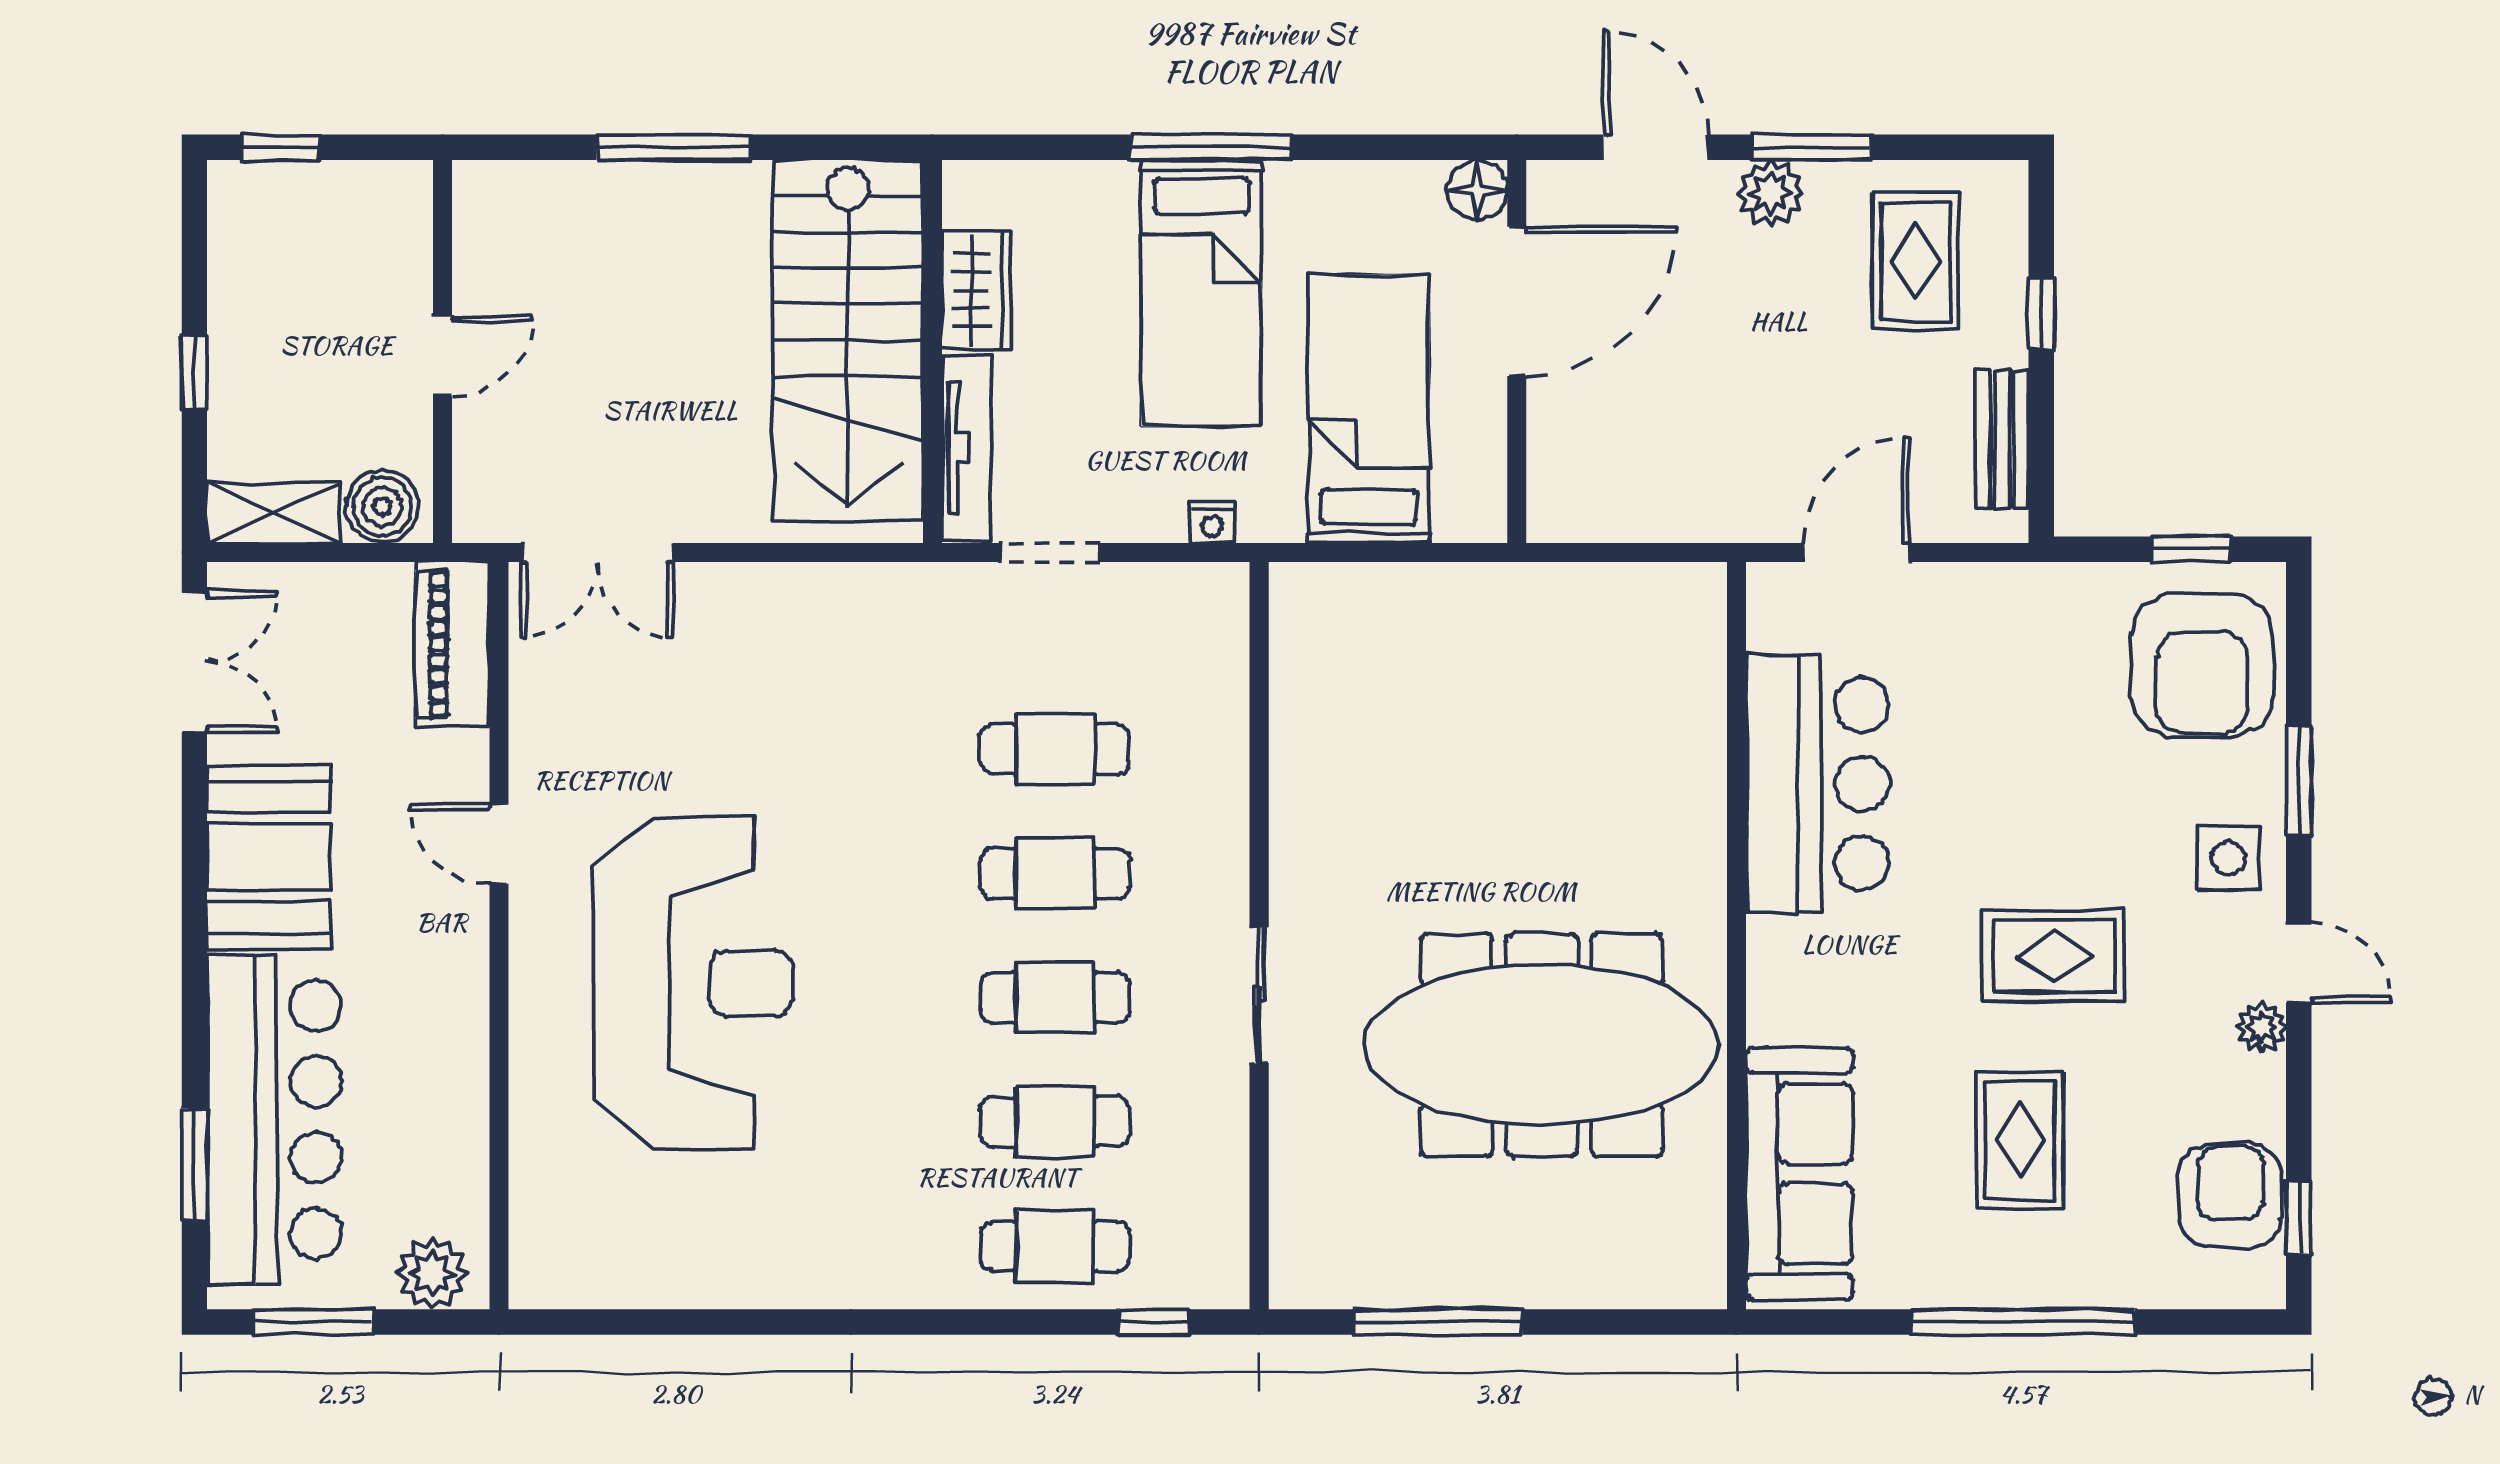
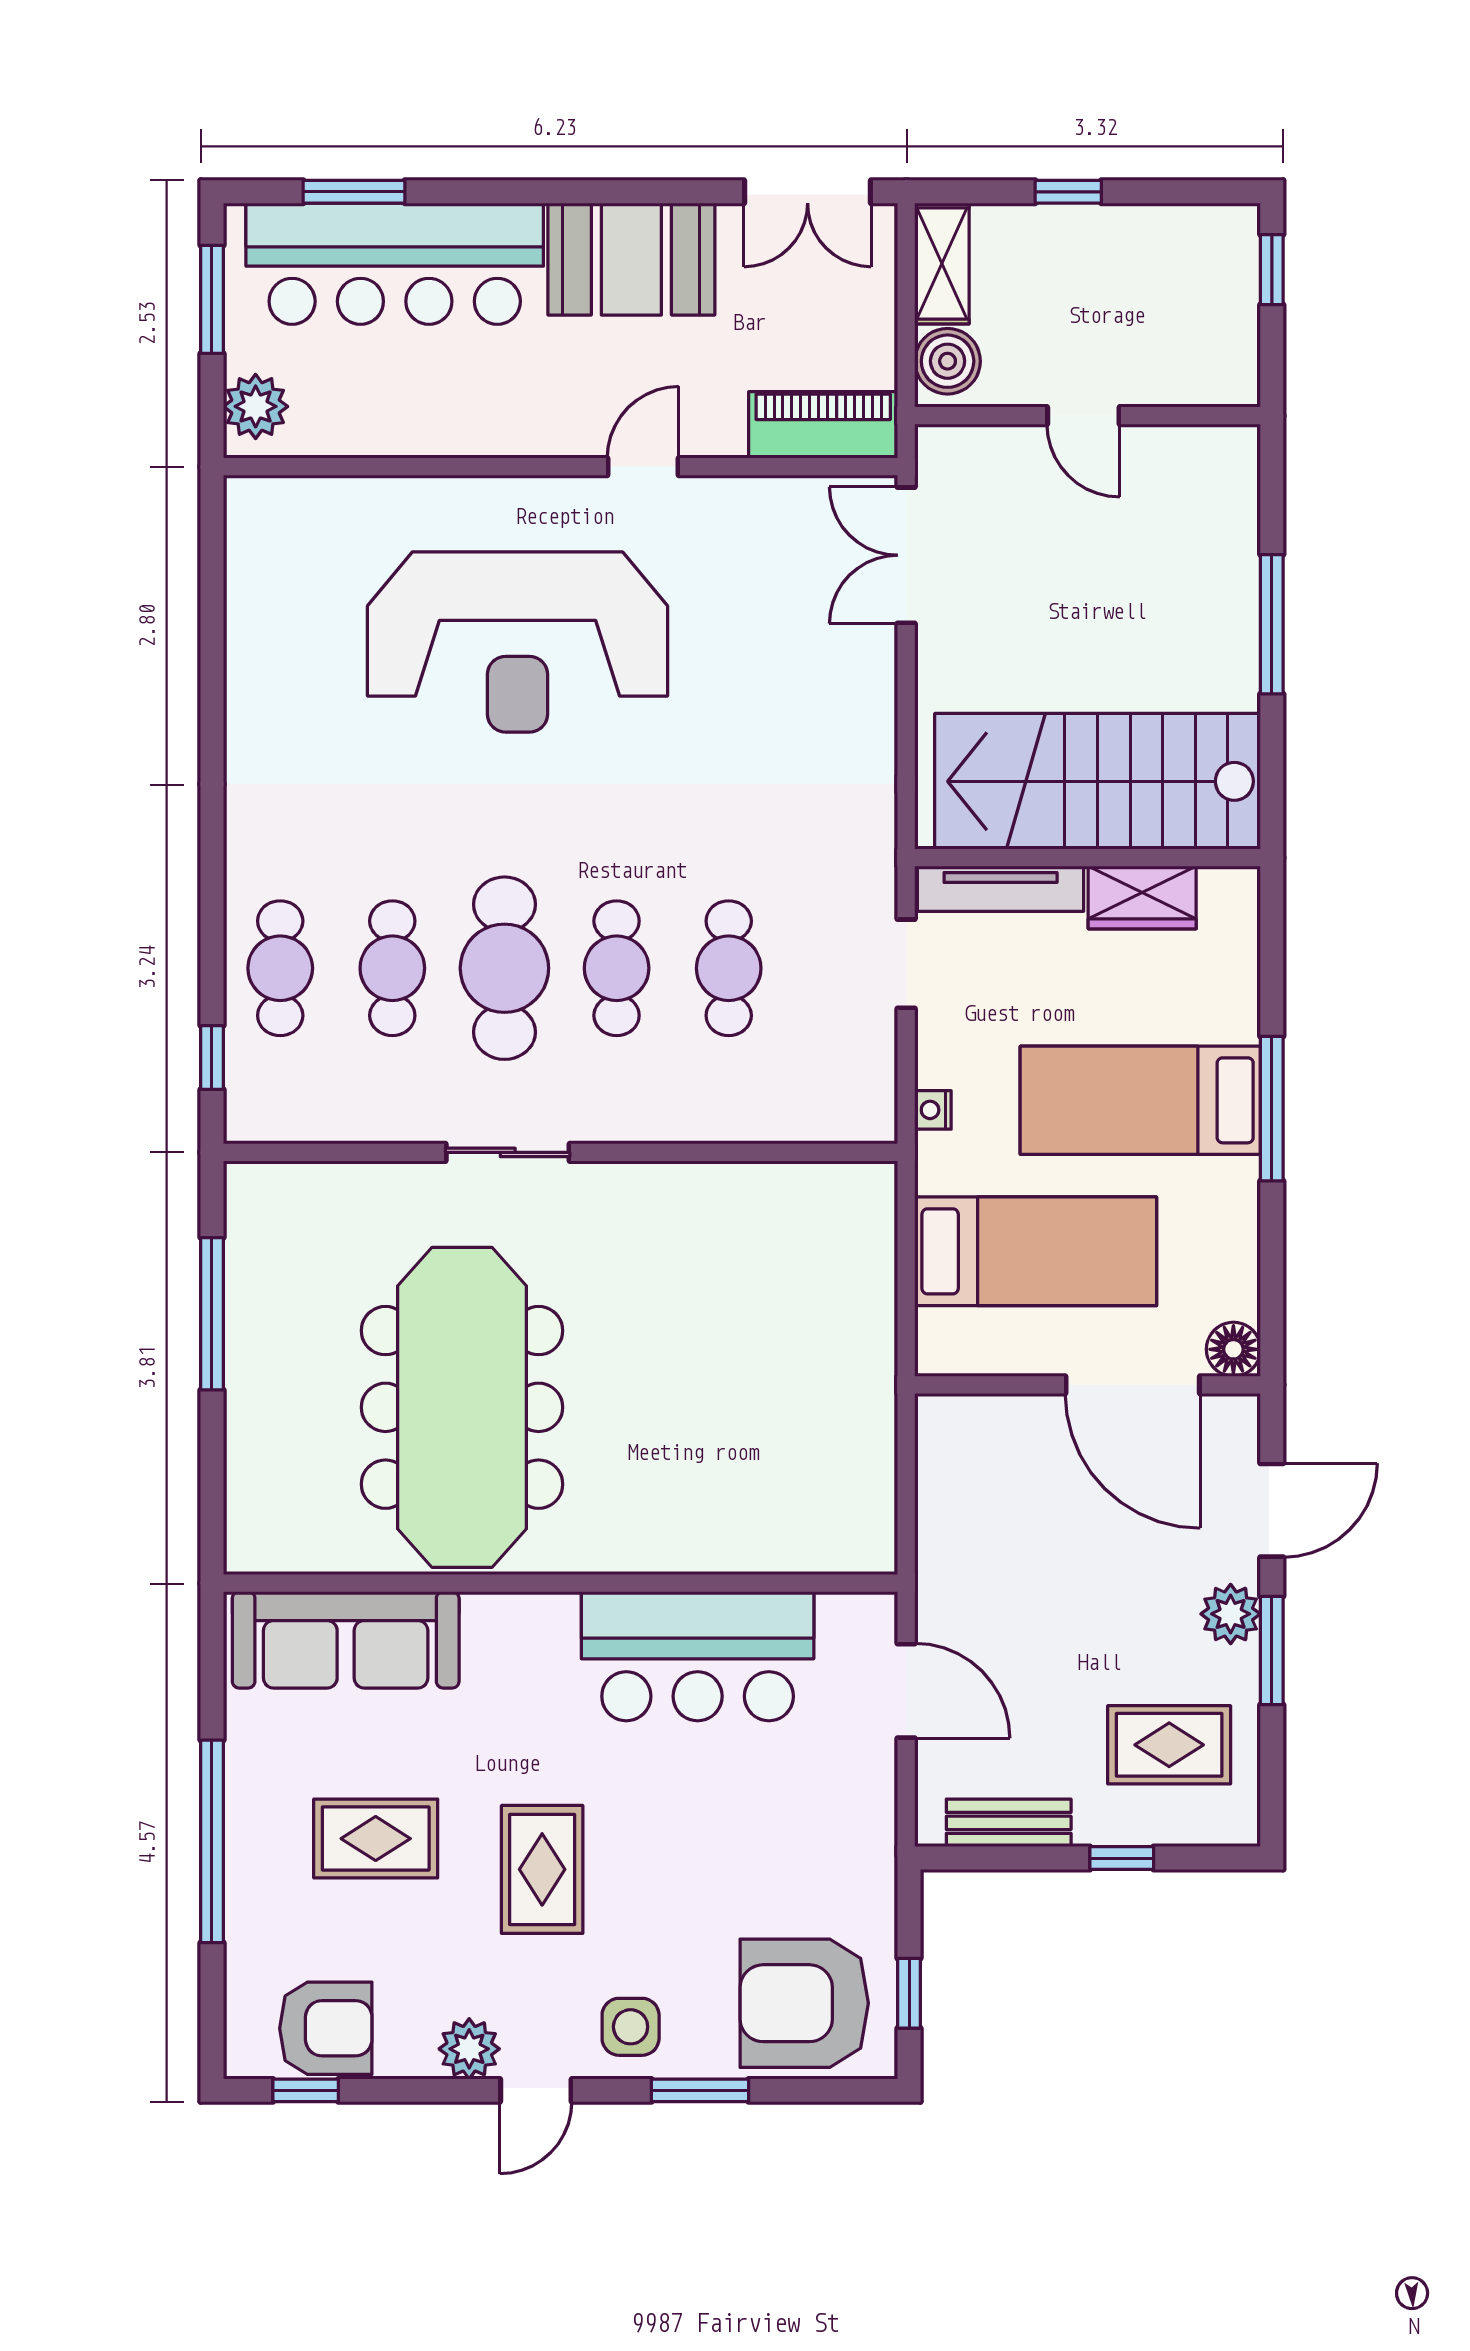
cafe table: (1055, 998) -> (504, 968), width x1.37, depth x1.35
plant: (2262, 1028) -> (469, 2049), width x1.38, depth x1.38

